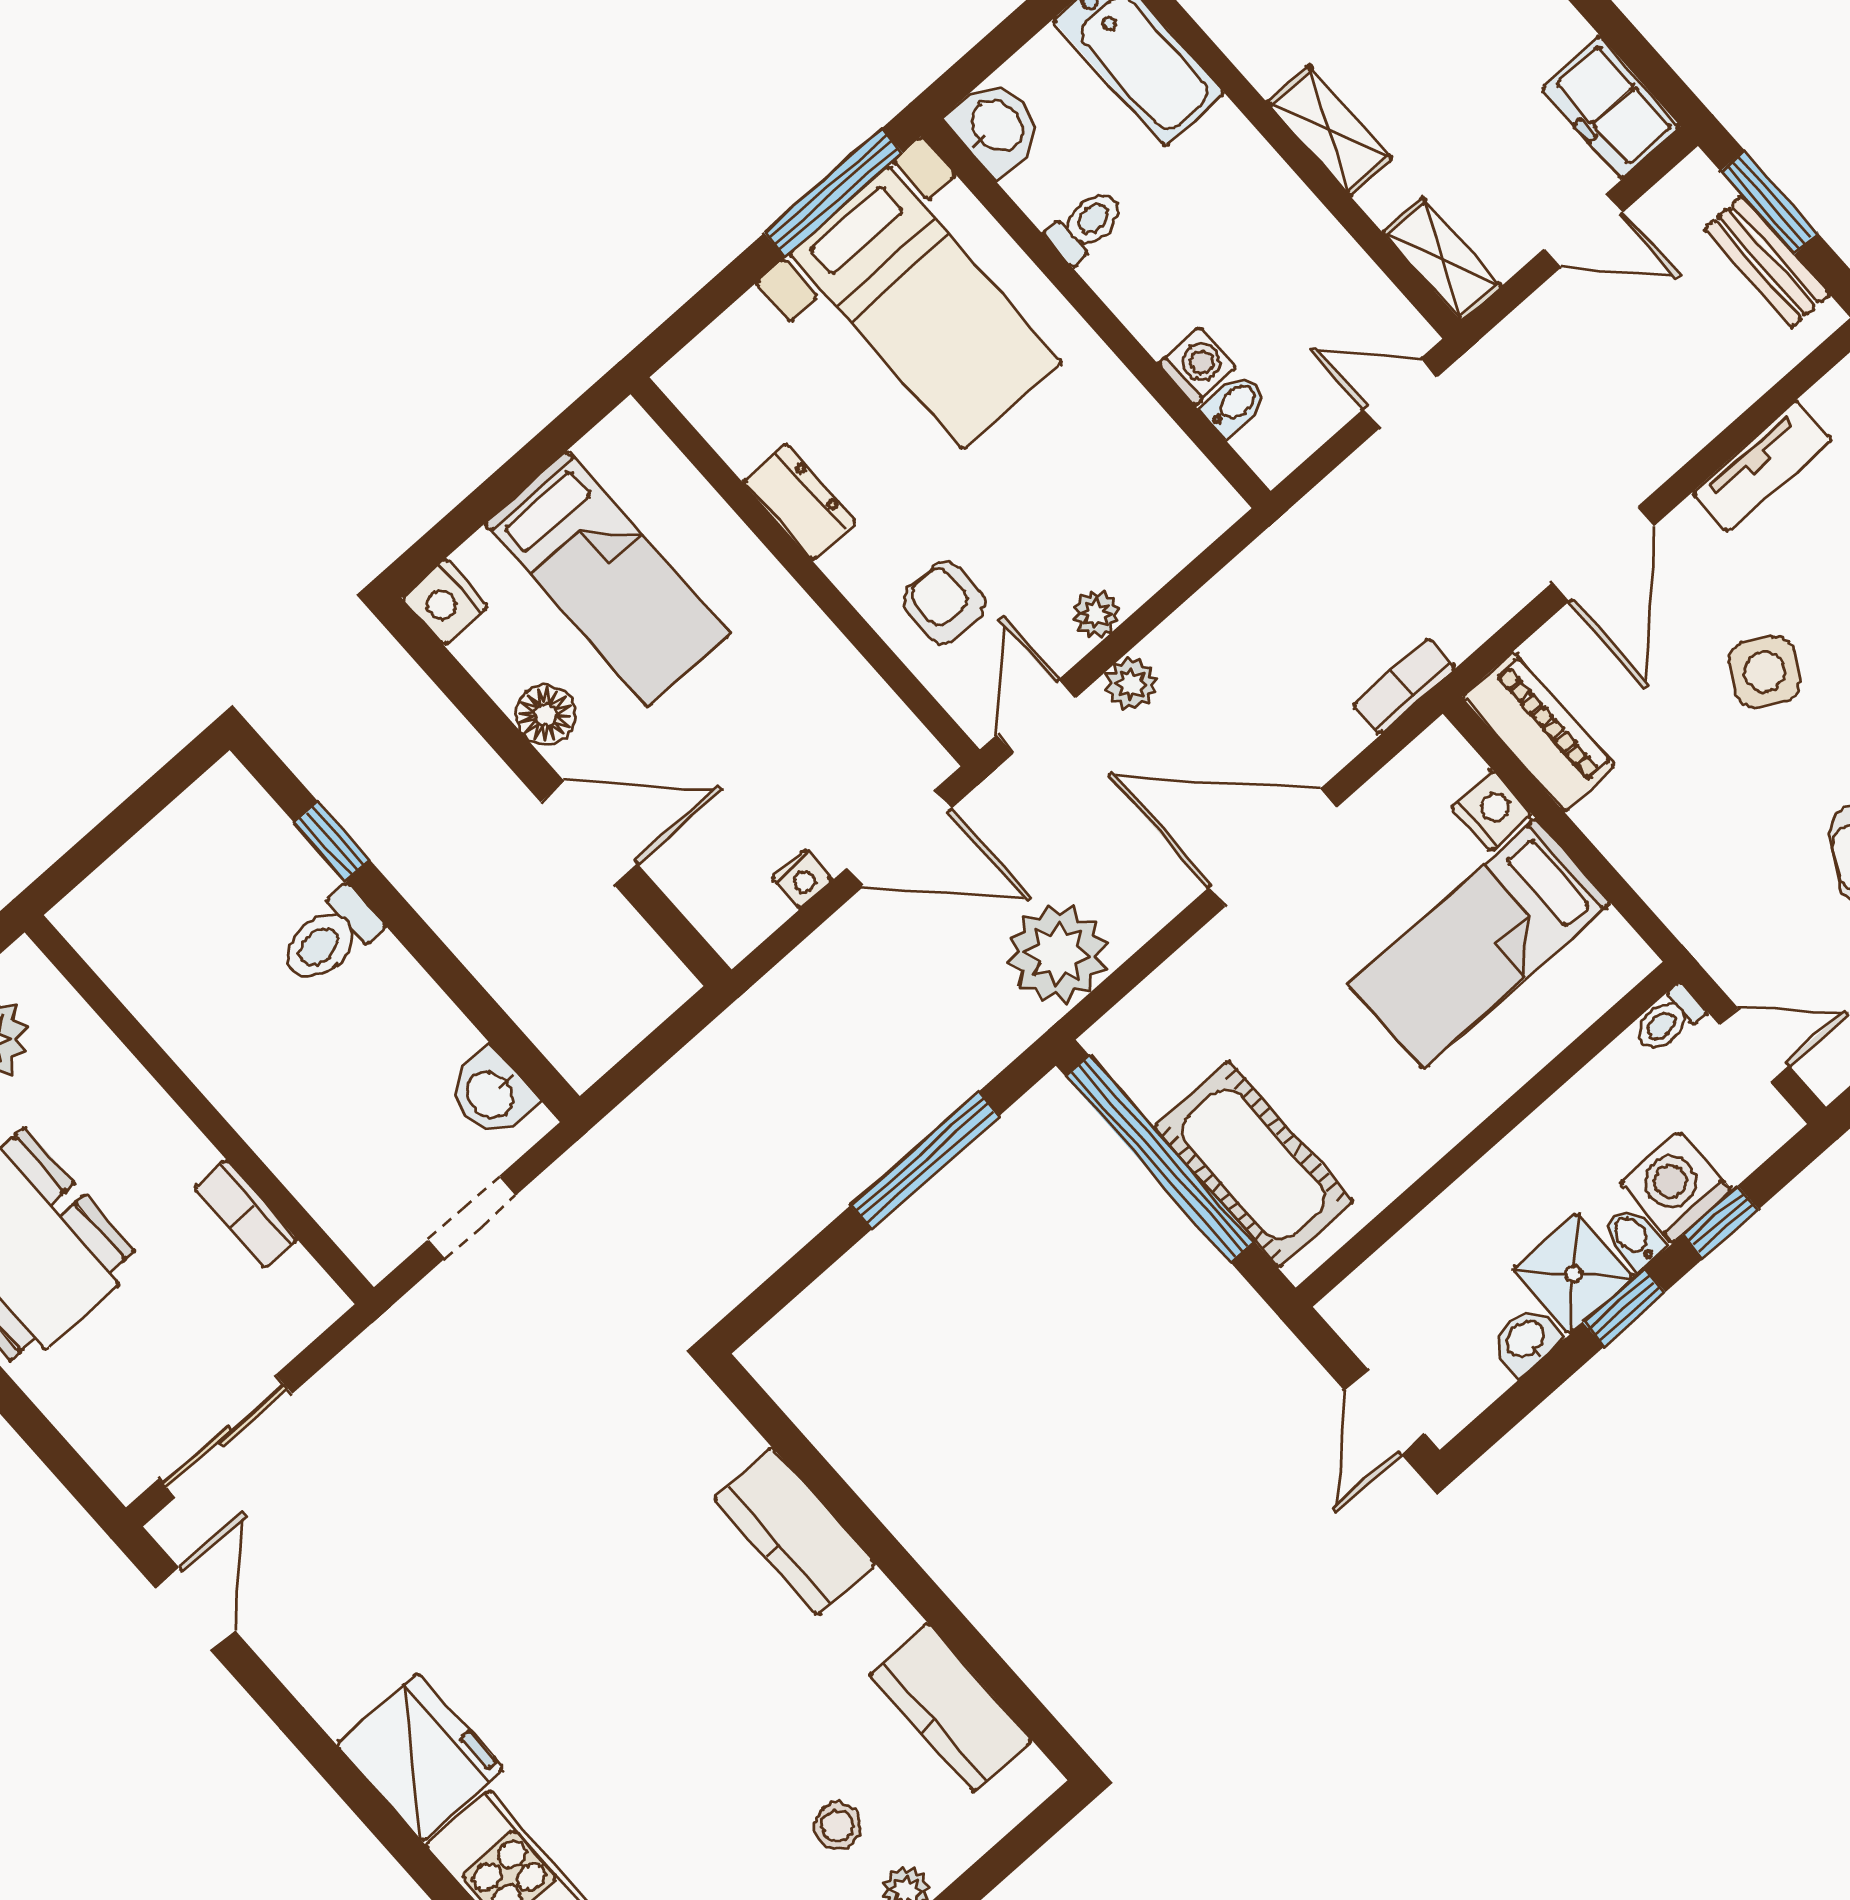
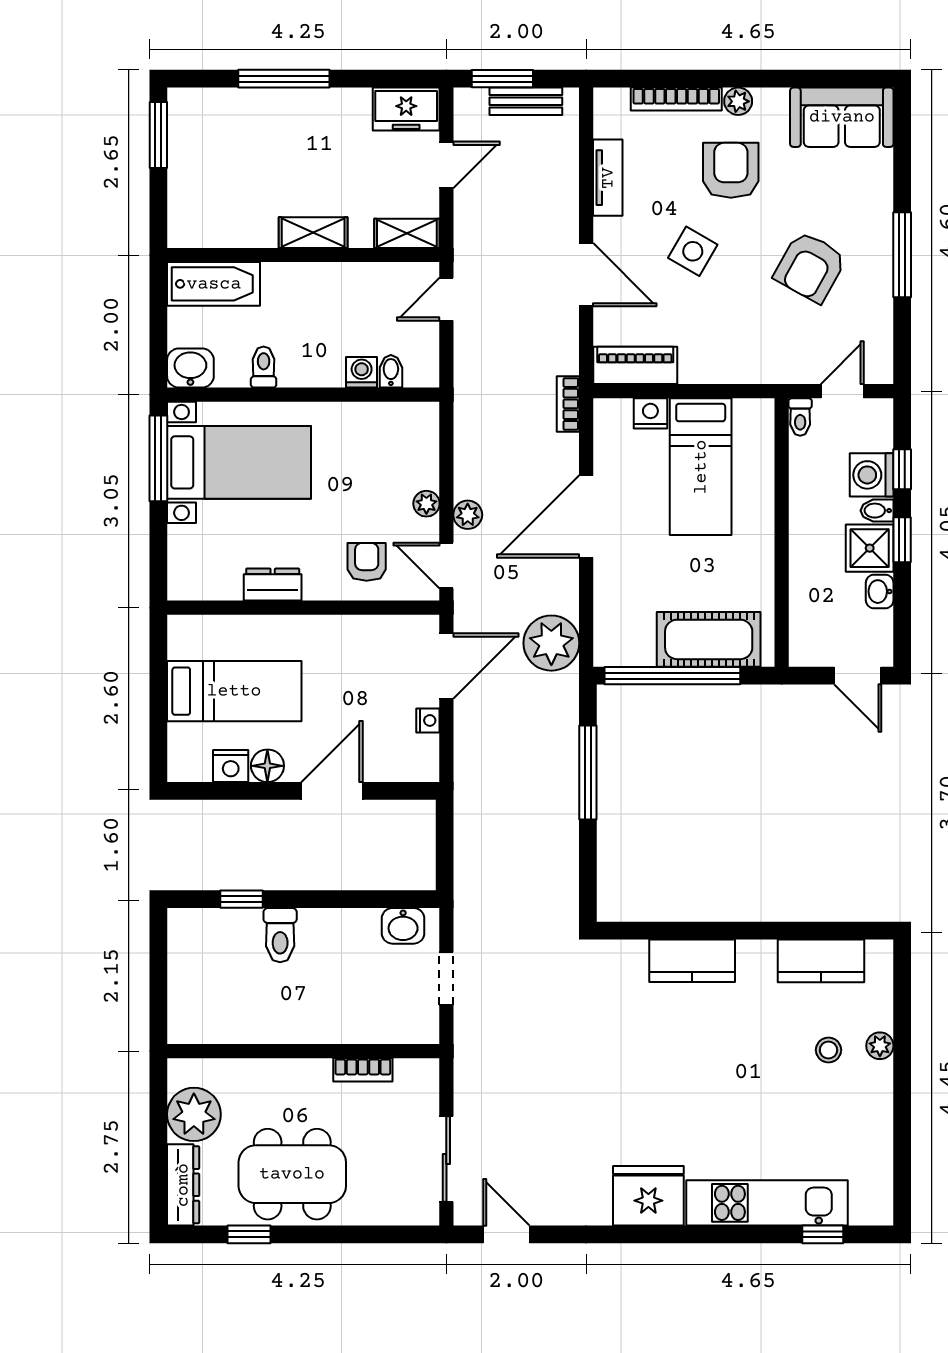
nightstand: (445, 602) -> (231, 766), moved
armchair: (944, 603) -> (367, 562), turned 90

